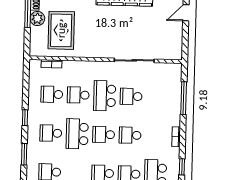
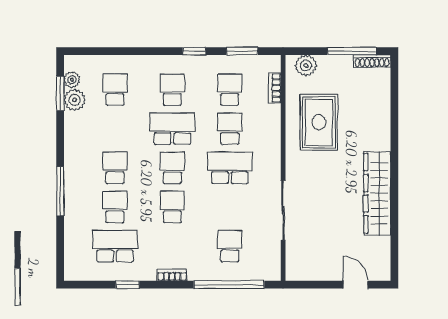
plant: (37, 19) -> (306, 65), moved
rug: (61, 30) -> (319, 122), moved, turned 90
school desk: (131, 96) -> (230, 246), moved
window: (184, 98) -> (229, 285), width x1.46
window: (24, 154) -> (242, 51), moved

